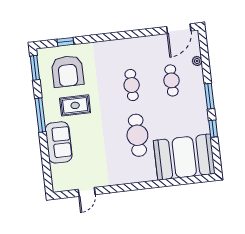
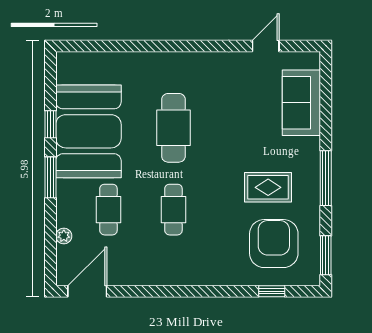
sofa: (59, 142) -> (301, 103), moved
booth: (184, 157) -> (88, 131), moved, turned 90

